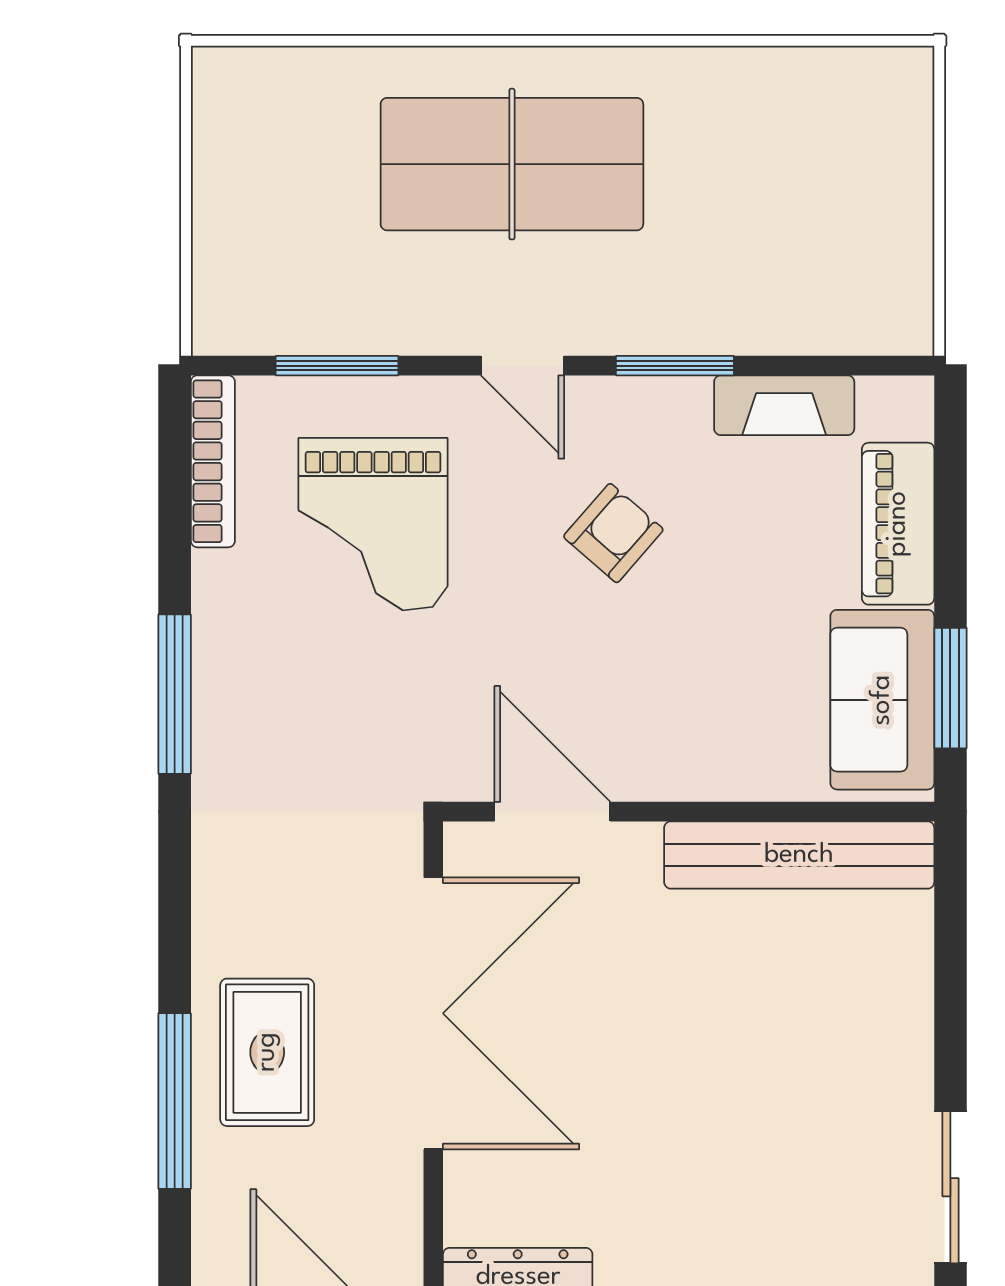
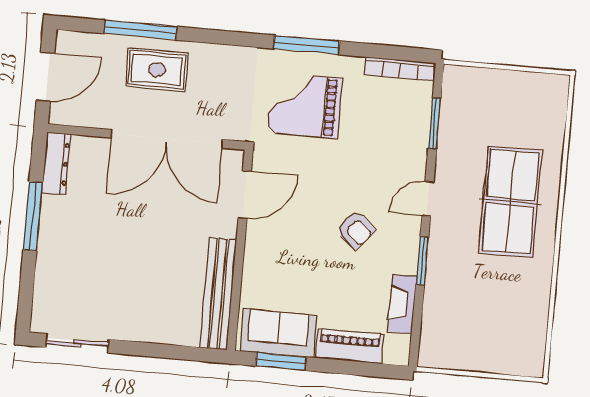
grand piano: (373, 524) -> (305, 105), moved

